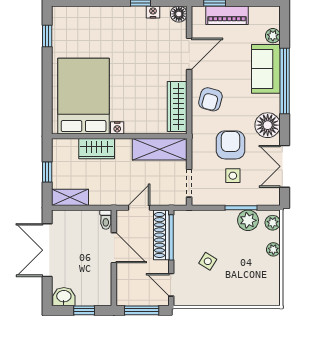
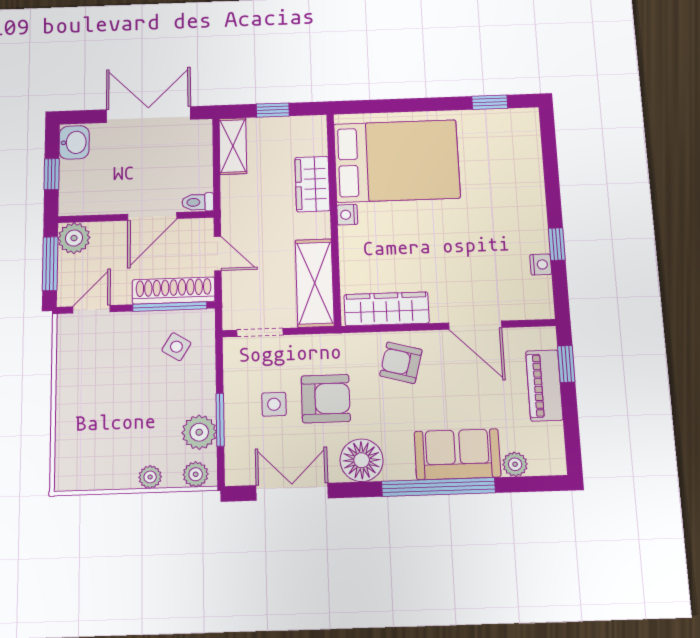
floor lamp: (179, 14) -> (540, 306), removed
side table: (208, 261) -> (176, 347), moved
plant: (126, 296) -> (74, 238), added

